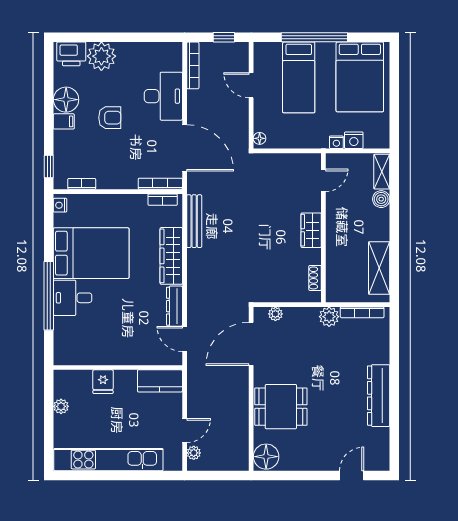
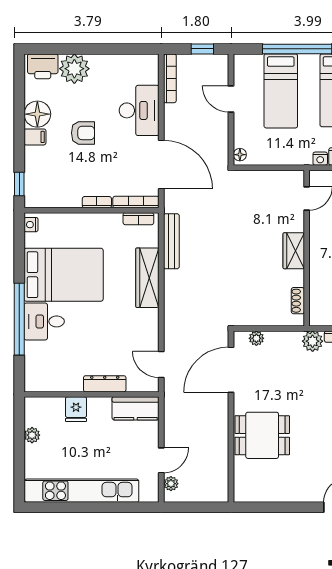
bookcase: (82, 184) -> (97, 202), moved
dresser: (174, 306) -> (105, 384), moved, turned 90
floor lamp: (266, 457) -> (247, 488), removed

